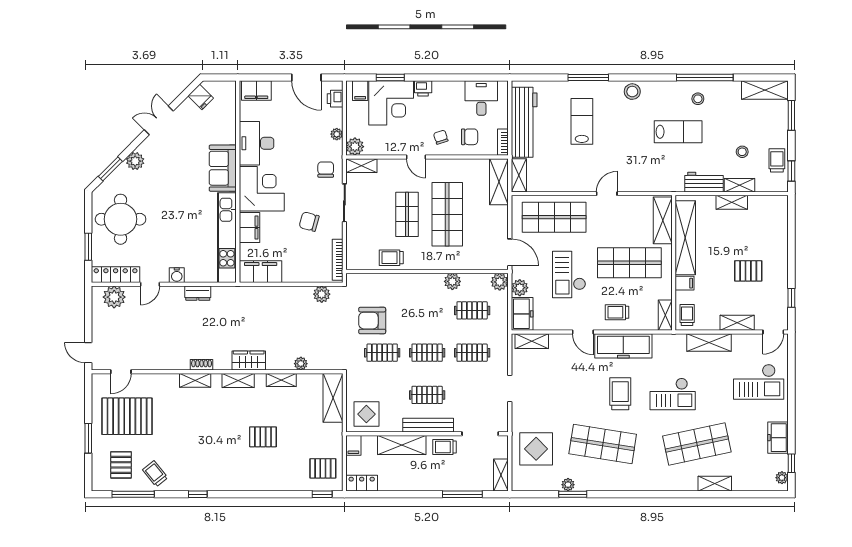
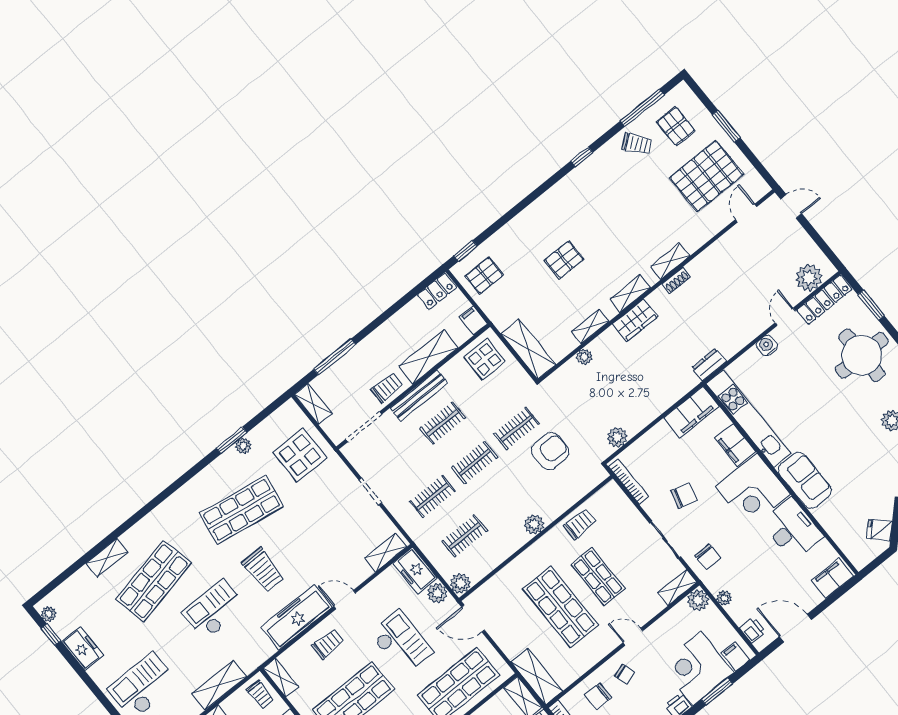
plant: (452, 281) -> (534, 524), moved
dresser: (198, 293) -> (709, 365), moved

